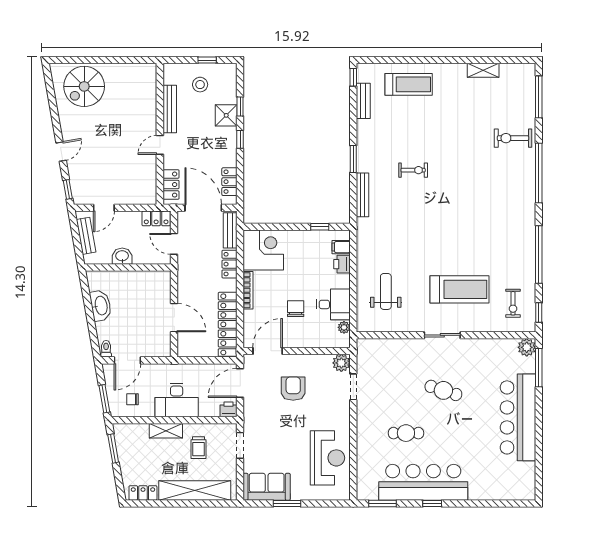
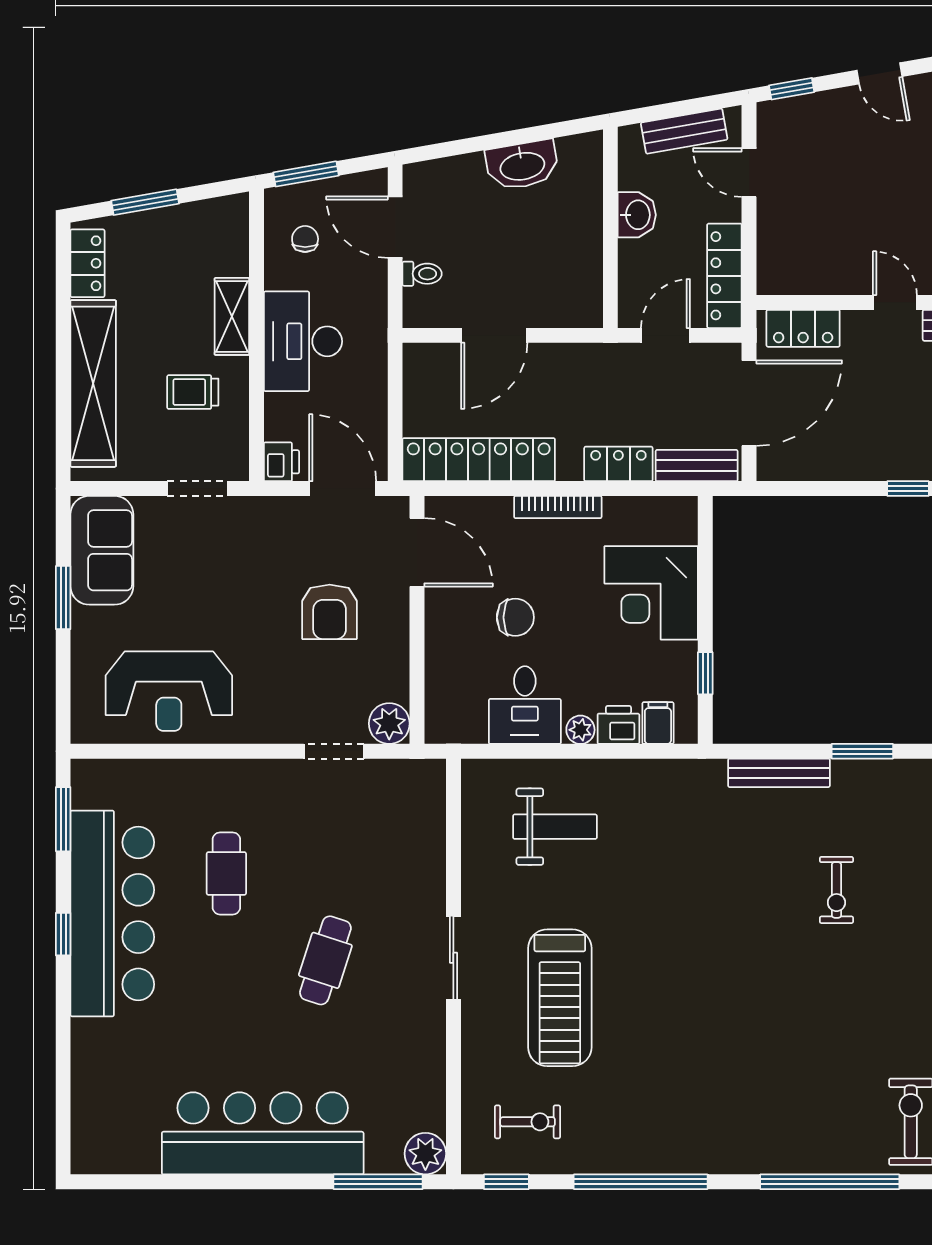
locker: (229, 182) -> (810, 464), removed
locker: (156, 218) -> (724, 276), width x1.53
corner desk: (263, 250) -> (651, 593), moved, turned 90
exercise bike: (513, 303) -> (528, 1122), turned 180
plant: (344, 327) -> (580, 730), moved
toilet: (106, 349) -> (422, 274), moved
armchair: (293, 389) -> (330, 612), turned 90
window: (113, 448) -> (145, 202), moved

